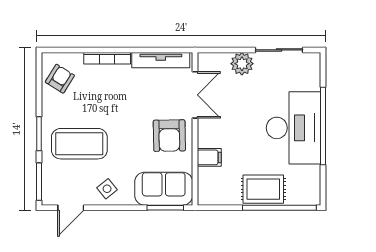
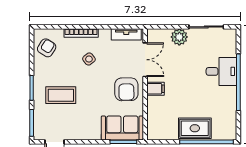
tv unit: (161, 60) -> (126, 34), width x0.71
desk: (294, 128) -> (221, 71), width x0.53, depth x0.77
coffee table: (79, 144) -> (61, 95), width x0.73, depth x0.76
filing cabinet: (209, 157) -> (155, 89), moved
side table: (107, 189) -> (89, 59), moved

